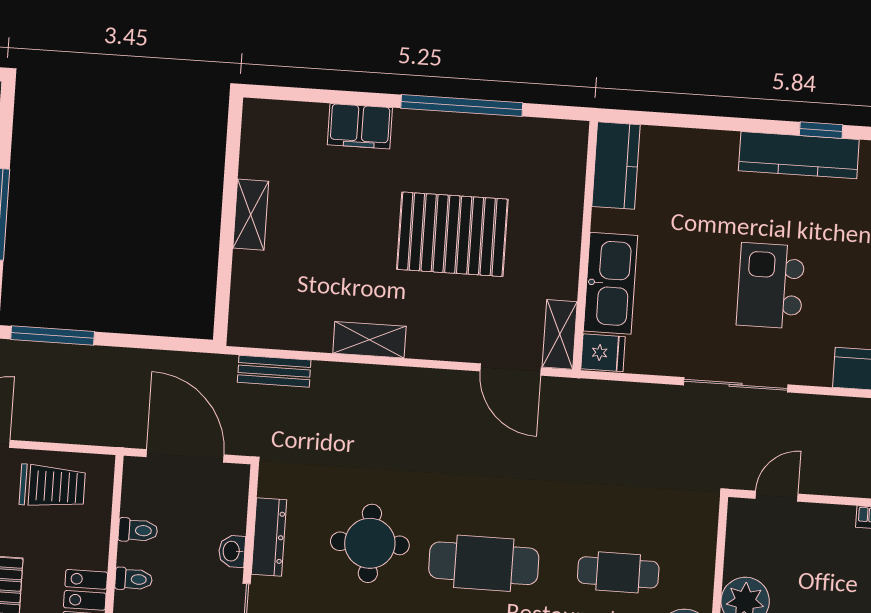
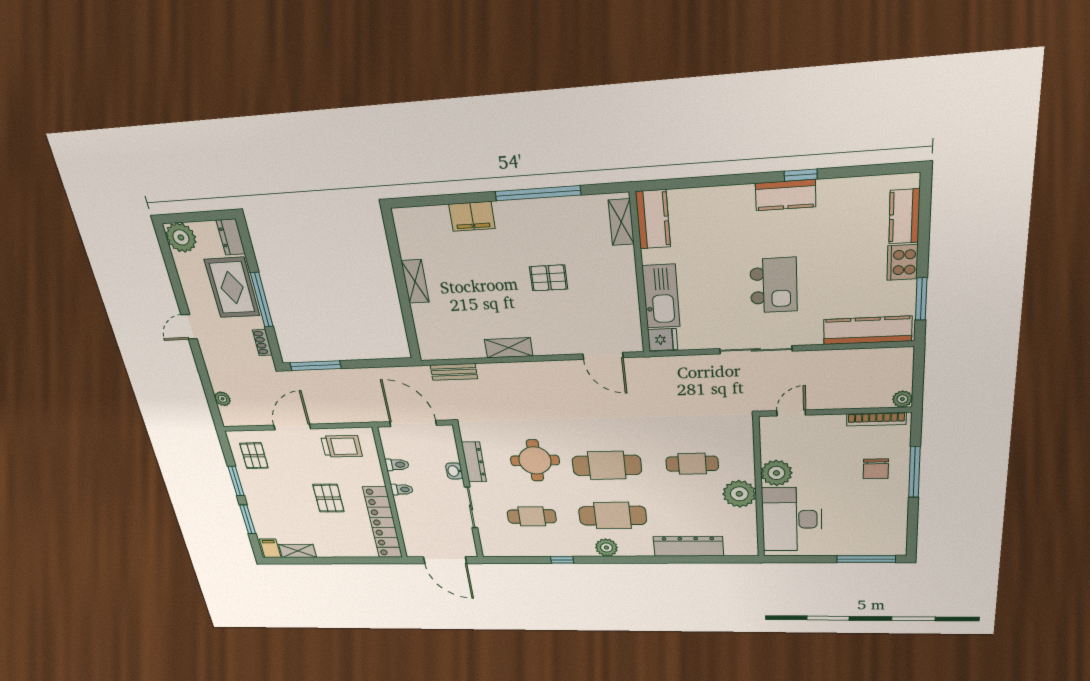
kitchen counter: (799, 155) -> (785, 195), width x0.67
pallet: (452, 234) -> (549, 278), width x0.49, depth x0.50
kitchen island: (771, 286) -> (774, 285), turned 180
shelving: (560, 334) -> (621, 222), moved

